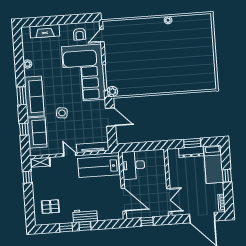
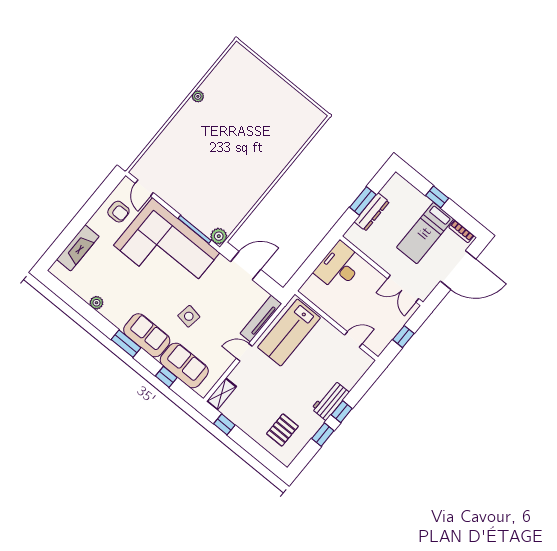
sofa: (34, 96) -> (147, 335), width x0.73
bed: (214, 164) -> (425, 233), moved, turned 90
desk: (133, 165) -> (339, 267), moved, turned 90
door: (124, 200) -> (353, 339), width x0.53
double door: (169, 200) -> (403, 289), swing flipped

